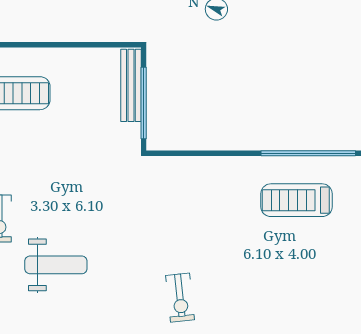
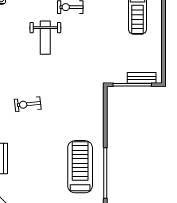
bench: (131, 85) -> (142, 78), width x0.73
treadmill: (296, 200) -> (80, 167), width x1.37, depth x1.38

